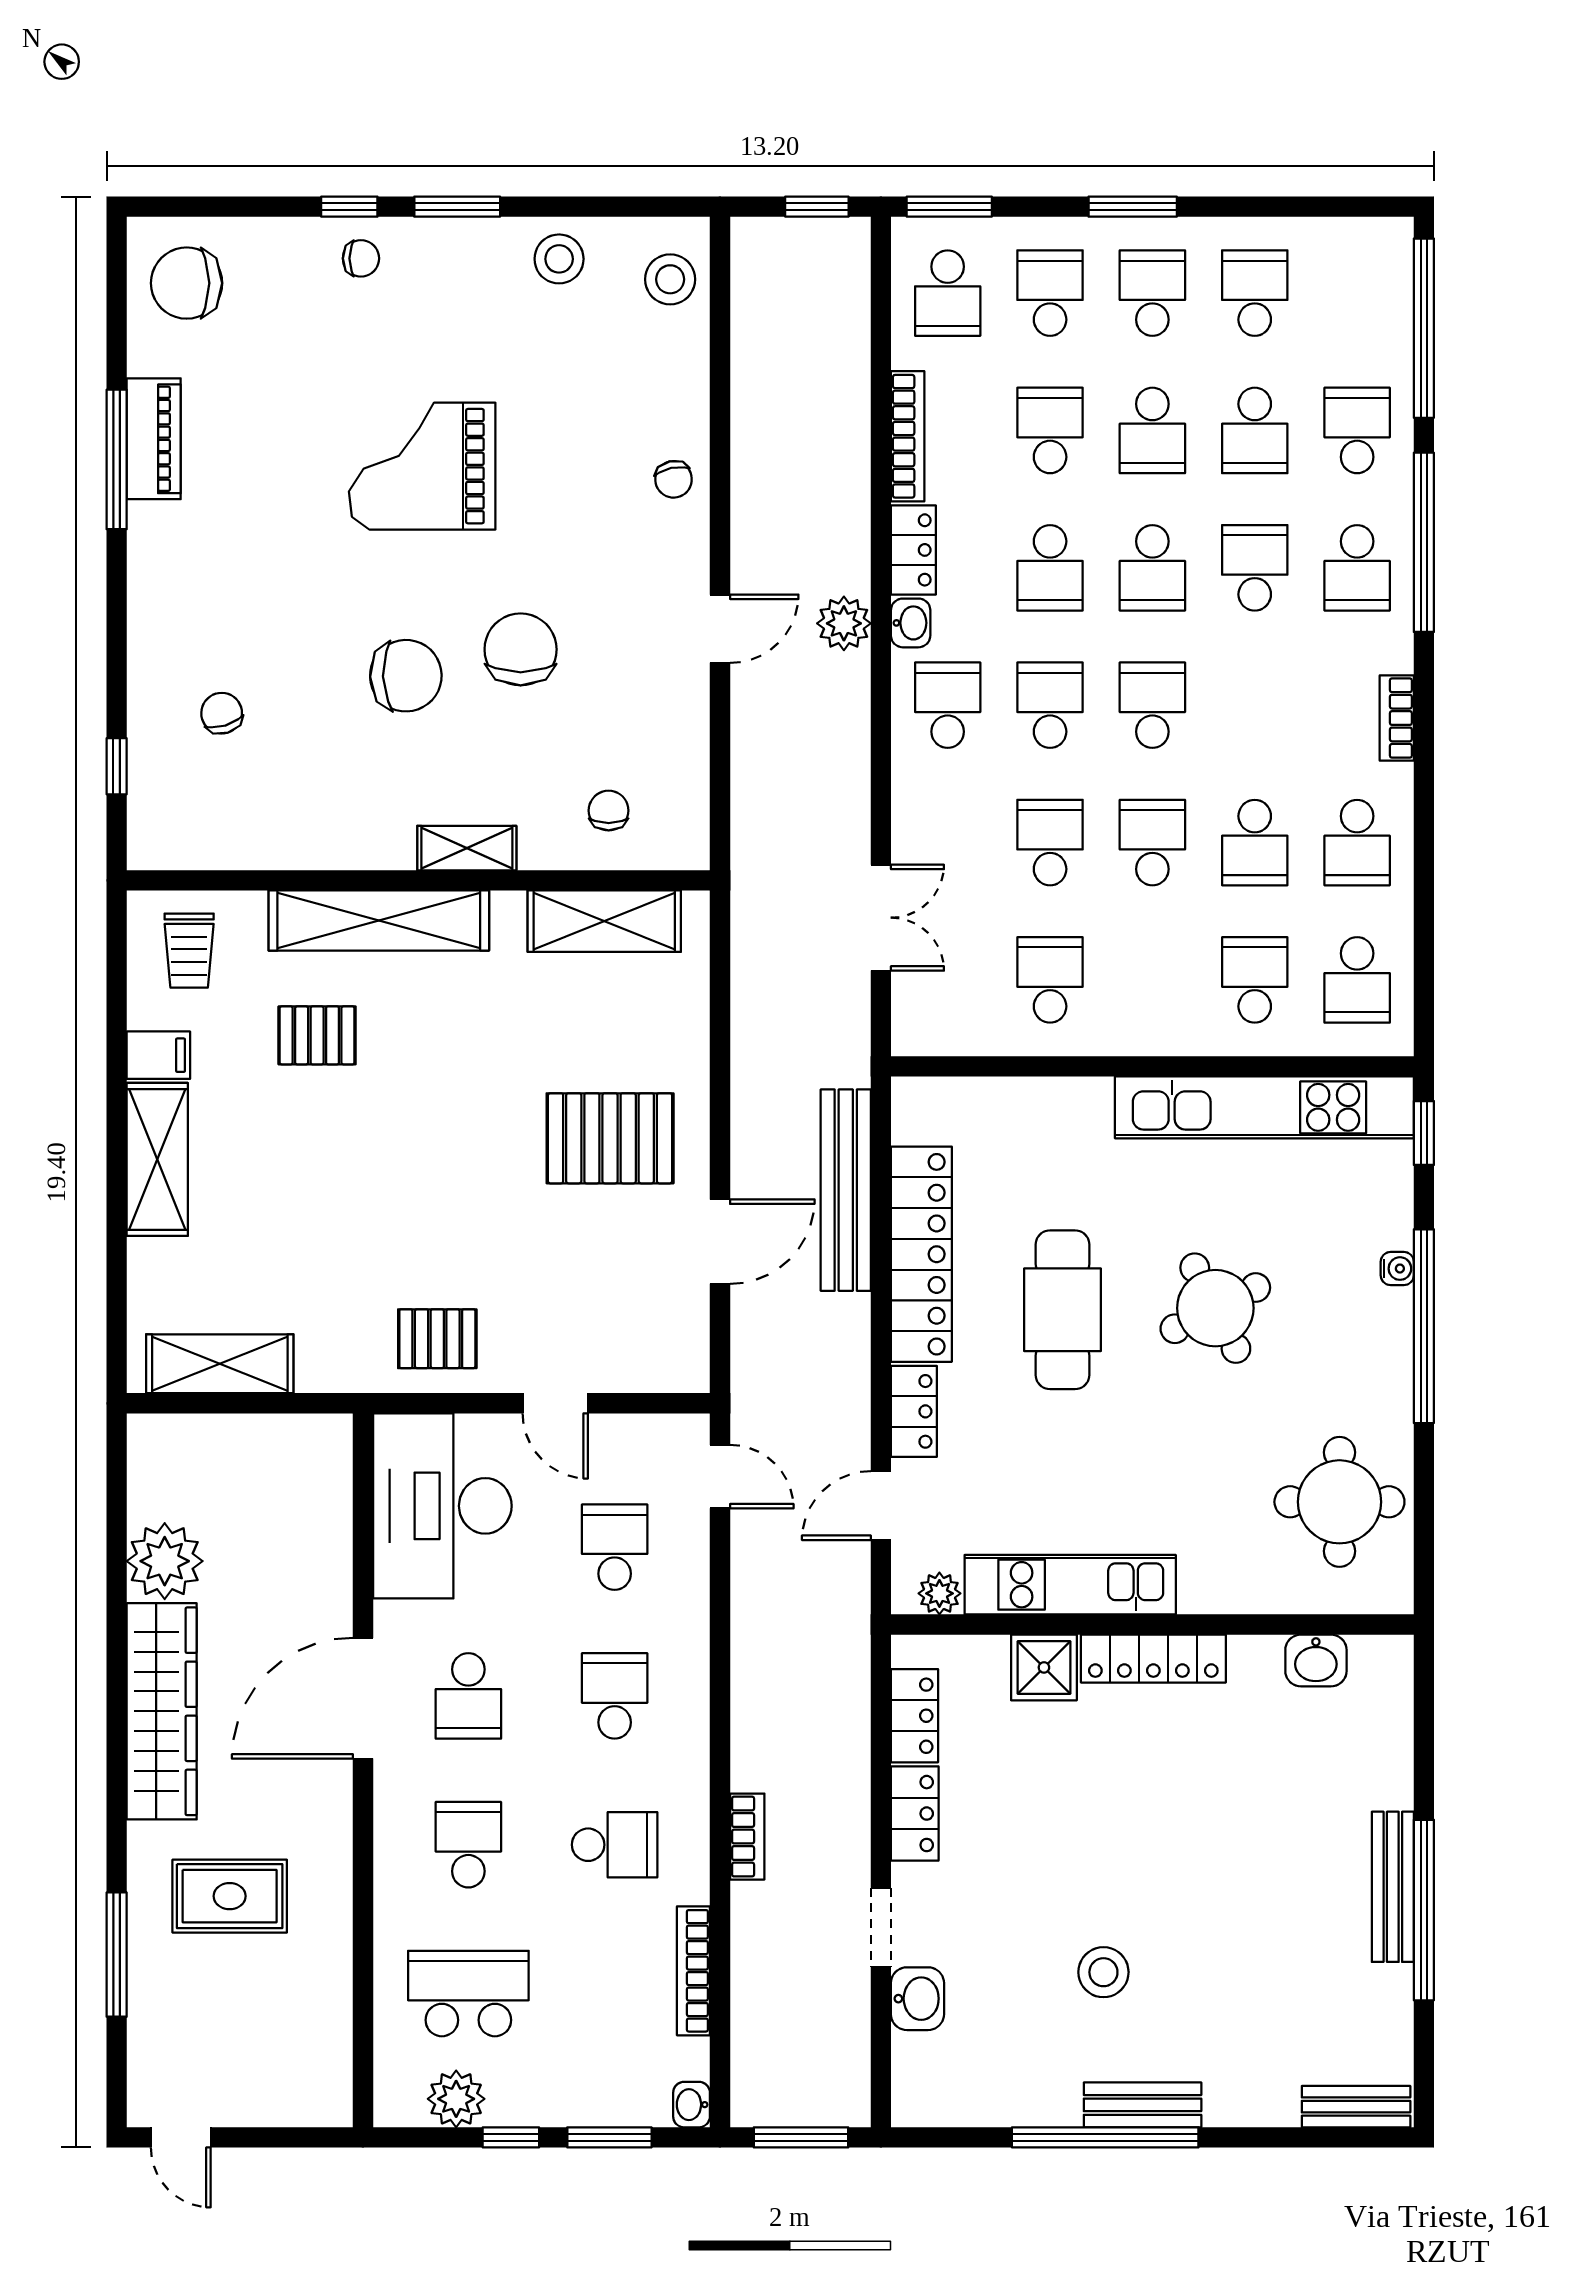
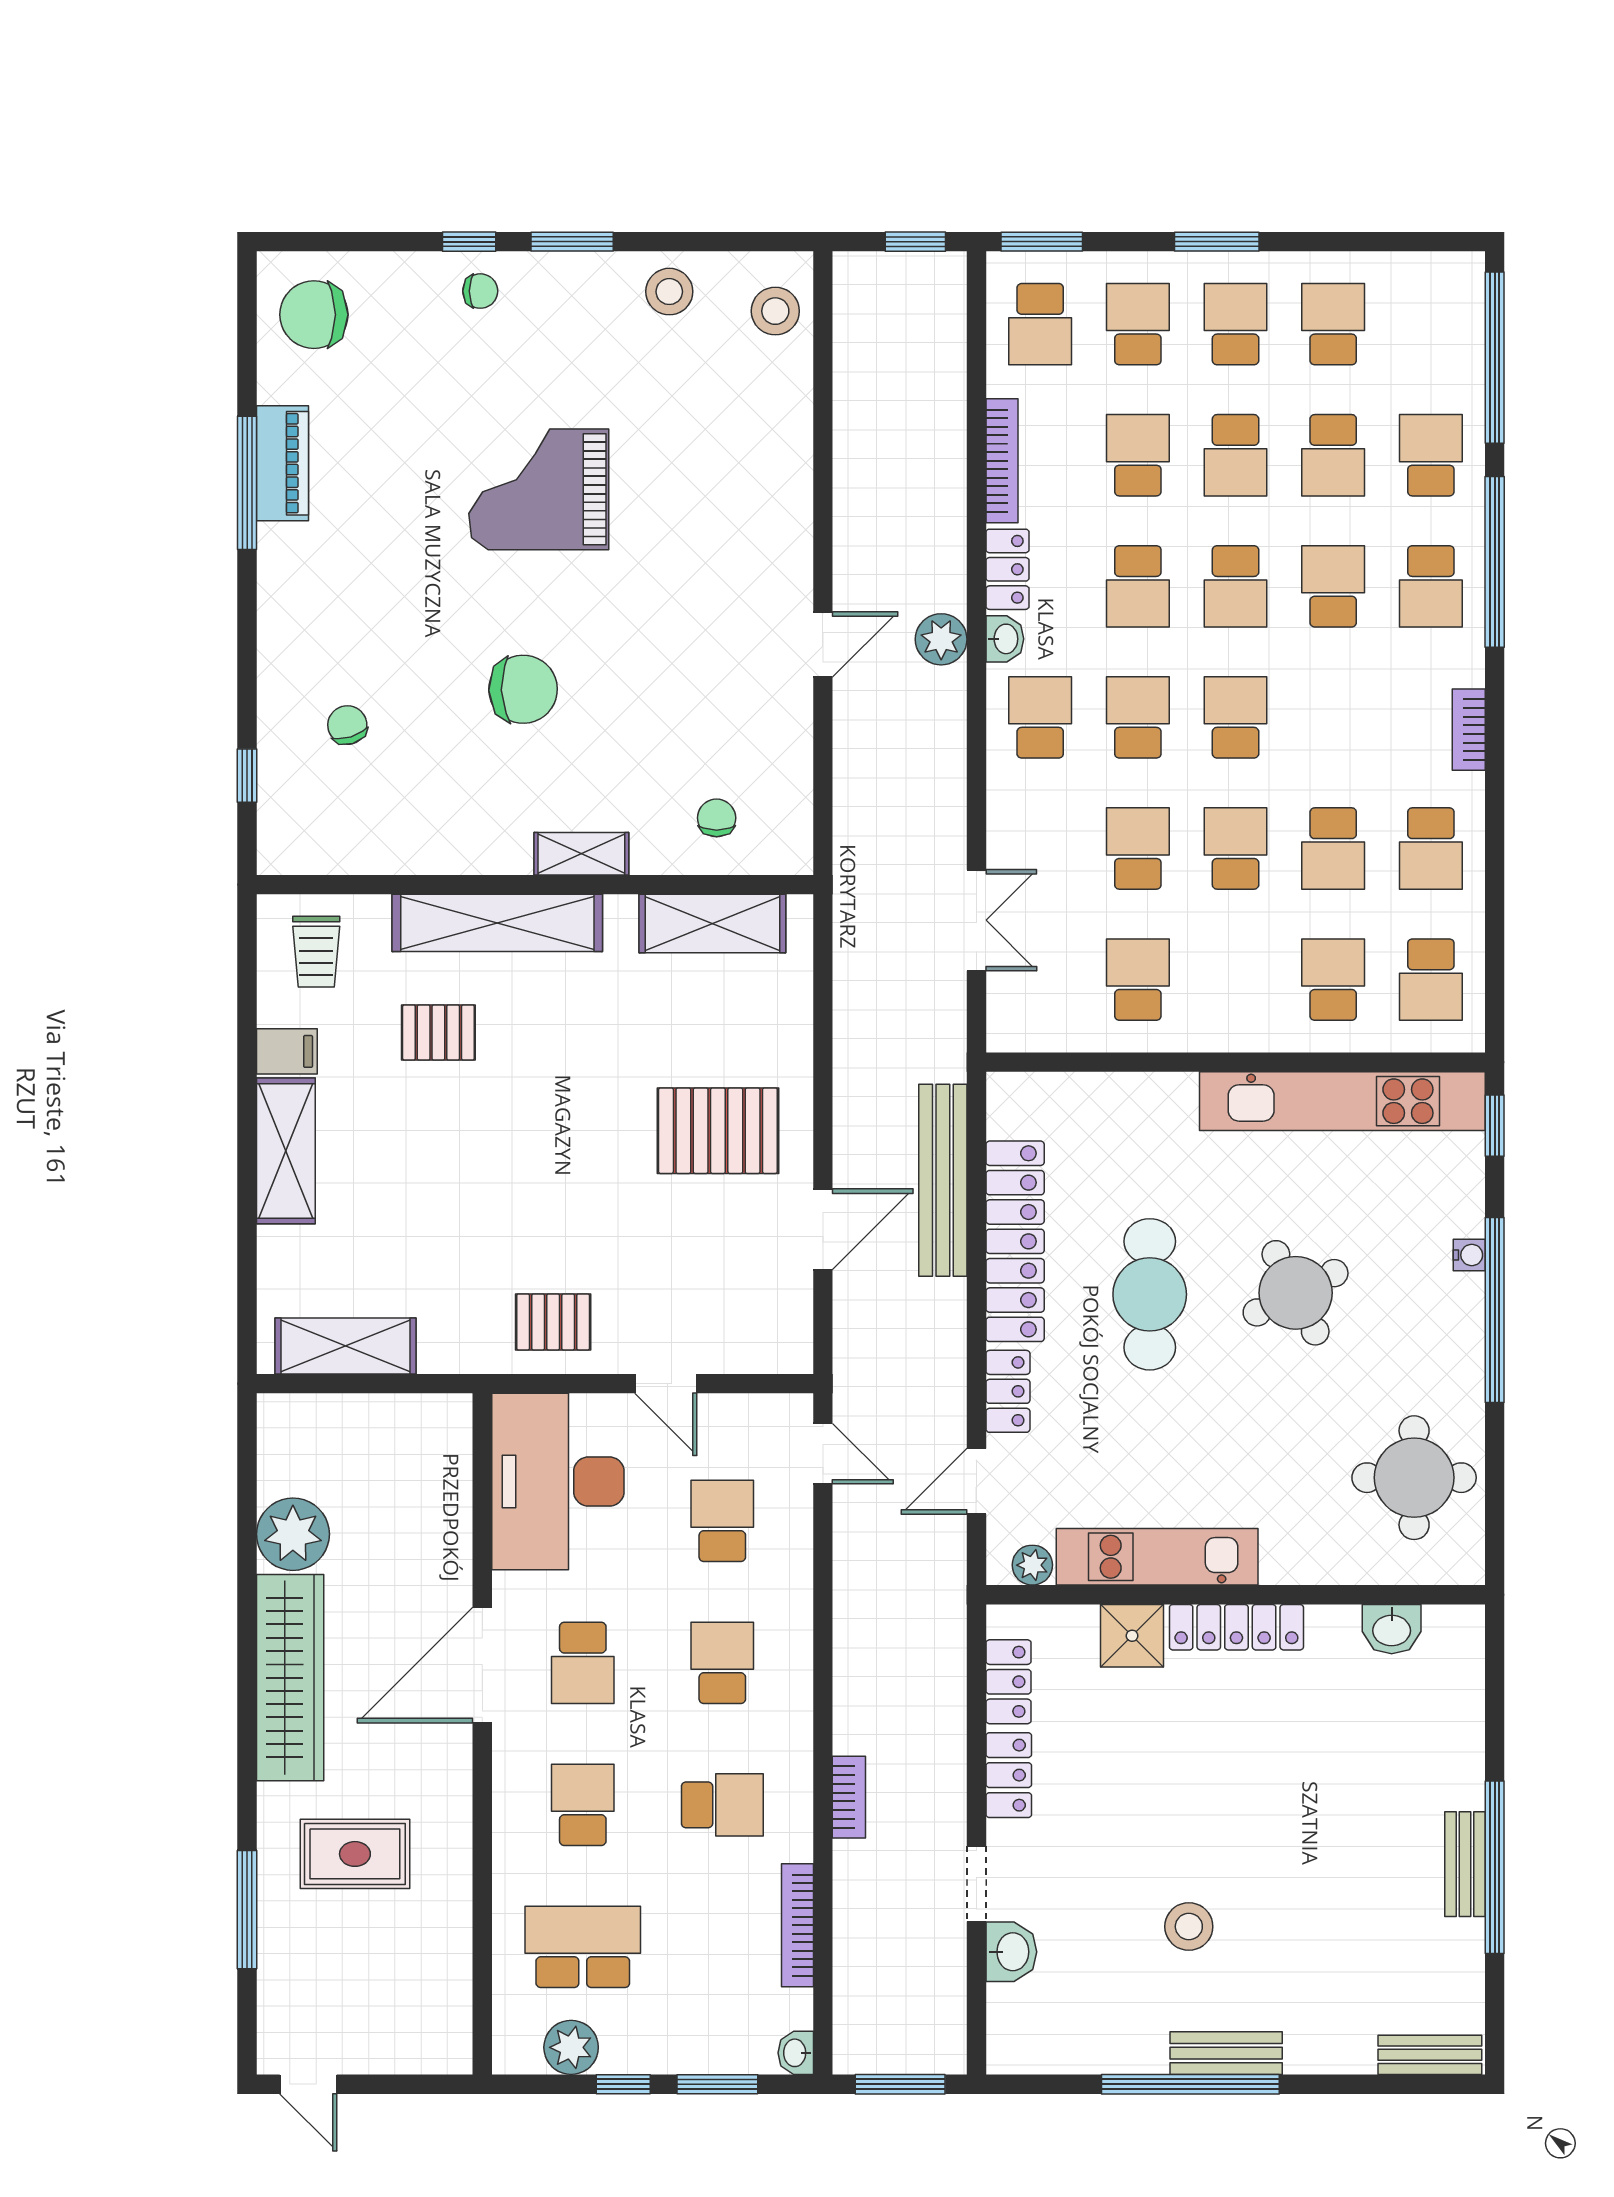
chair: (674, 479) -> (779, 502), removed
chair: (521, 649) -> (633, 664), removed
bench: (1393, 1887) -> (1465, 1864), width x0.73

